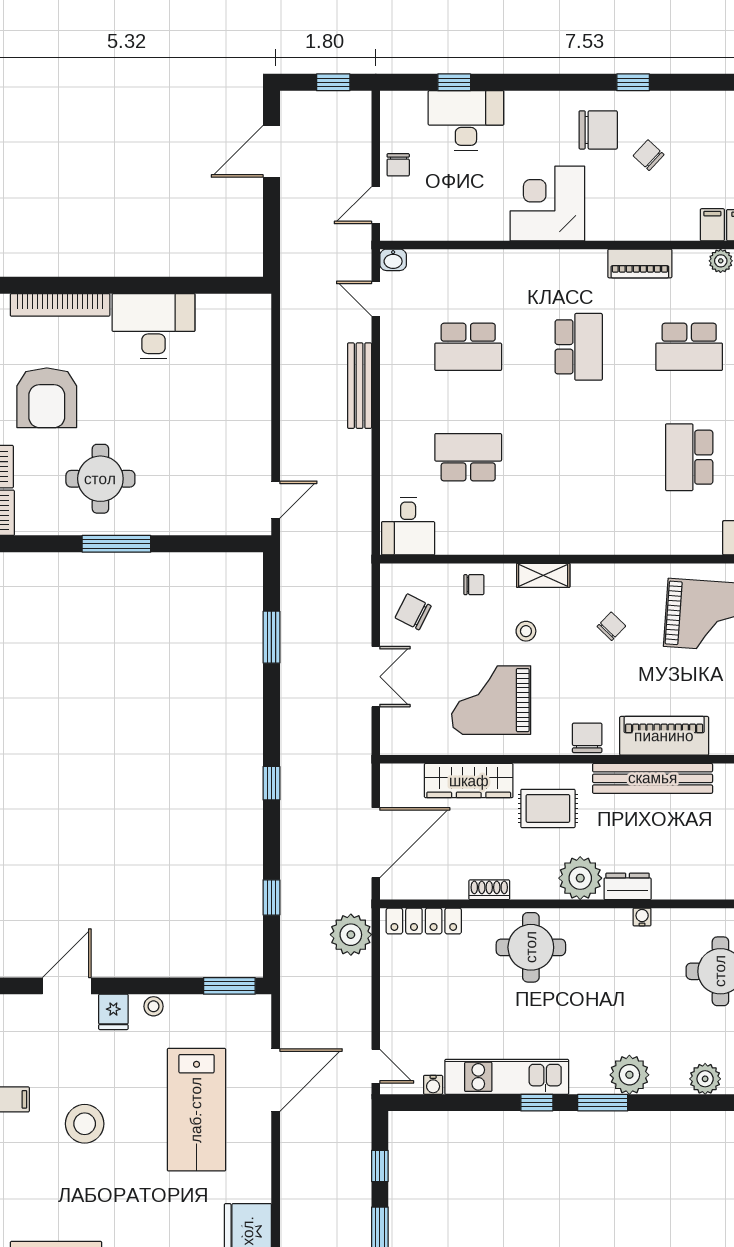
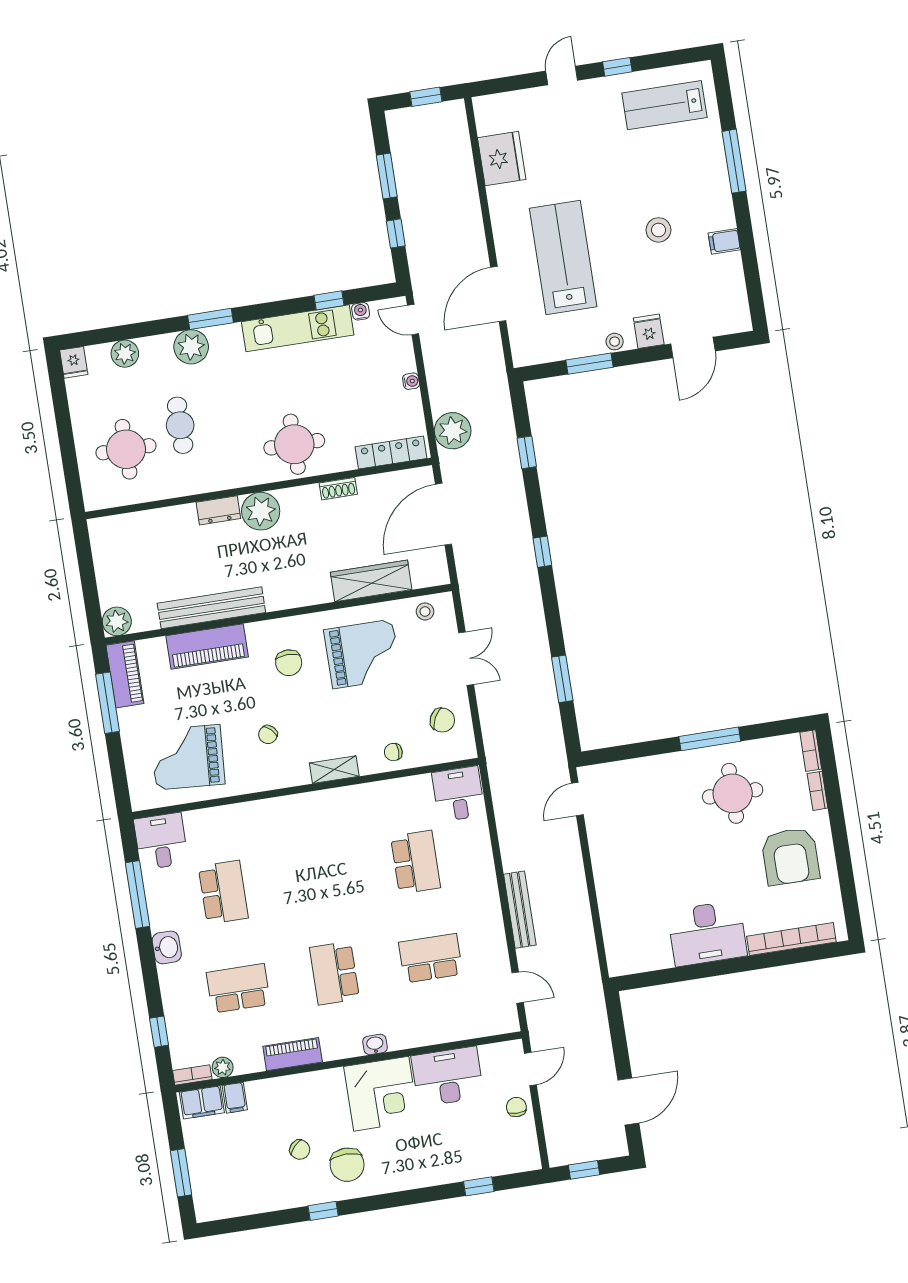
desk: (466, 120) -> (447, 1077), moved, turned 180
chair: (598, 130) -> (347, 1165), turned -90
washbasin: (393, 260) -> (375, 1044), moved
armchair: (47, 398) -> (790, 856), turned 180
school desk: (468, 457) -> (416, 862), turned -90
stool: (526, 631) -> (425, 611), moved
double door: (376, 677) -> (466, 659), swing flipped
chair: (587, 738) -> (289, 663), moved
rug: (548, 808) -> (298, 567), removed
water cooler: (642, 917) -> (411, 381), moved, turned -90
window: (229, 986) -> (589, 364), moved
cafe table: (656, 989) -> (180, 425), added
window: (537, 1103) -> (329, 300), moved
stool: (85, 1124) -> (658, 230), width x0.73, depth x0.73

